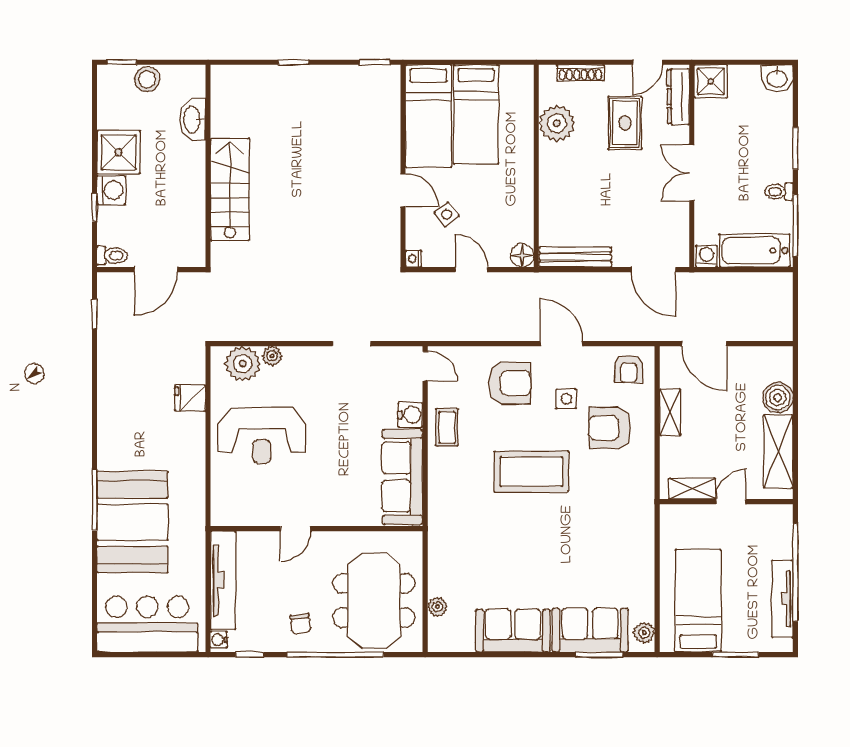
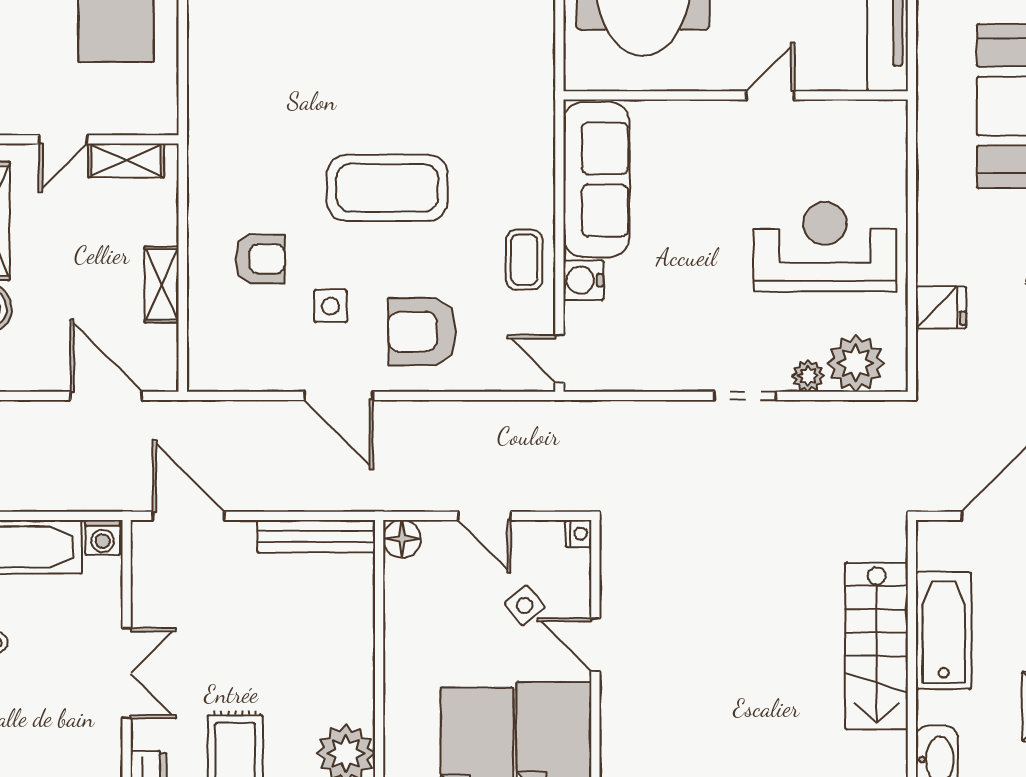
bathtub: (189, 199) -> (944, 630), added
doorway: (352, 344) -> (745, 396), moved
armchair: (629, 369) -> (229, 355), removed
armchair: (610, 428) -> (260, 259), width x0.72, depth x0.72

